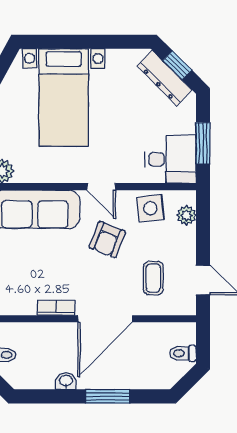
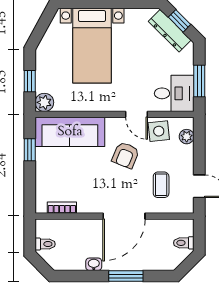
door: (101, 187) -> (137, 114), moved
bookcase: (56, 308) -> (62, 208), moved

